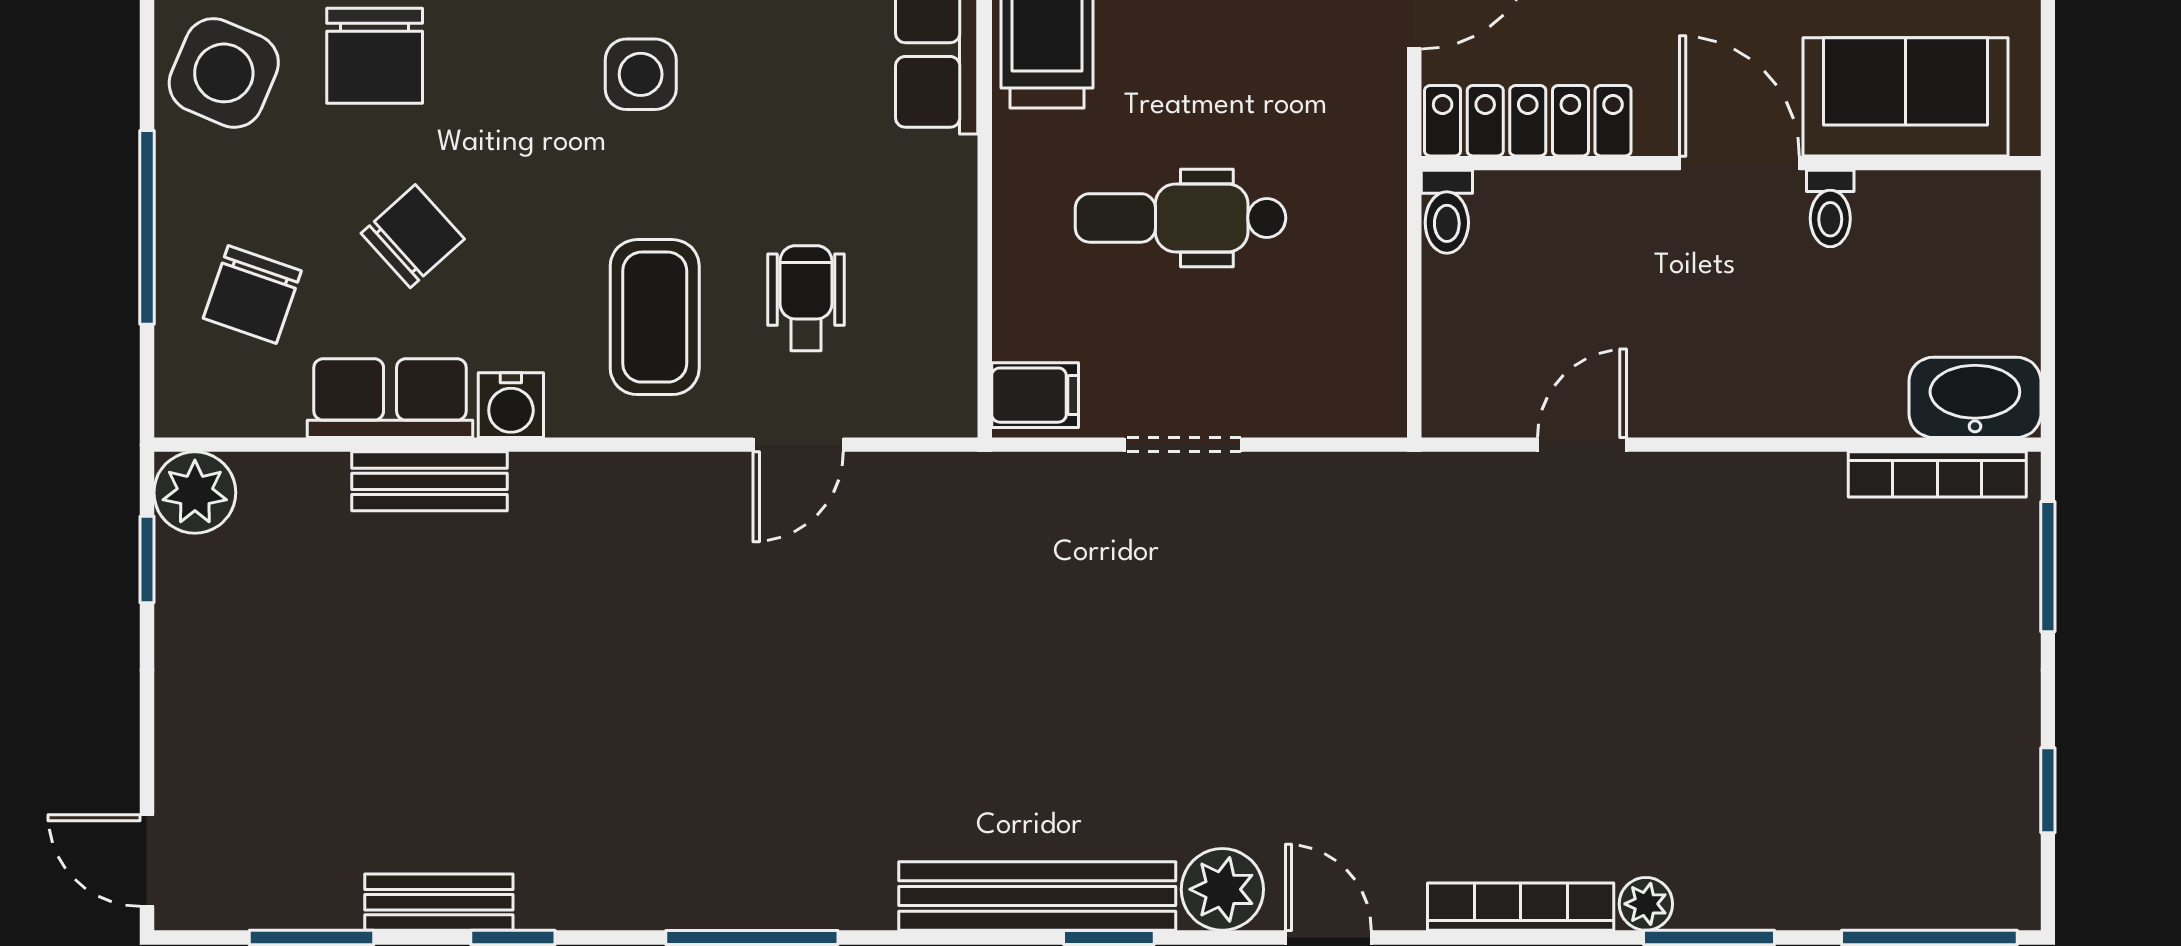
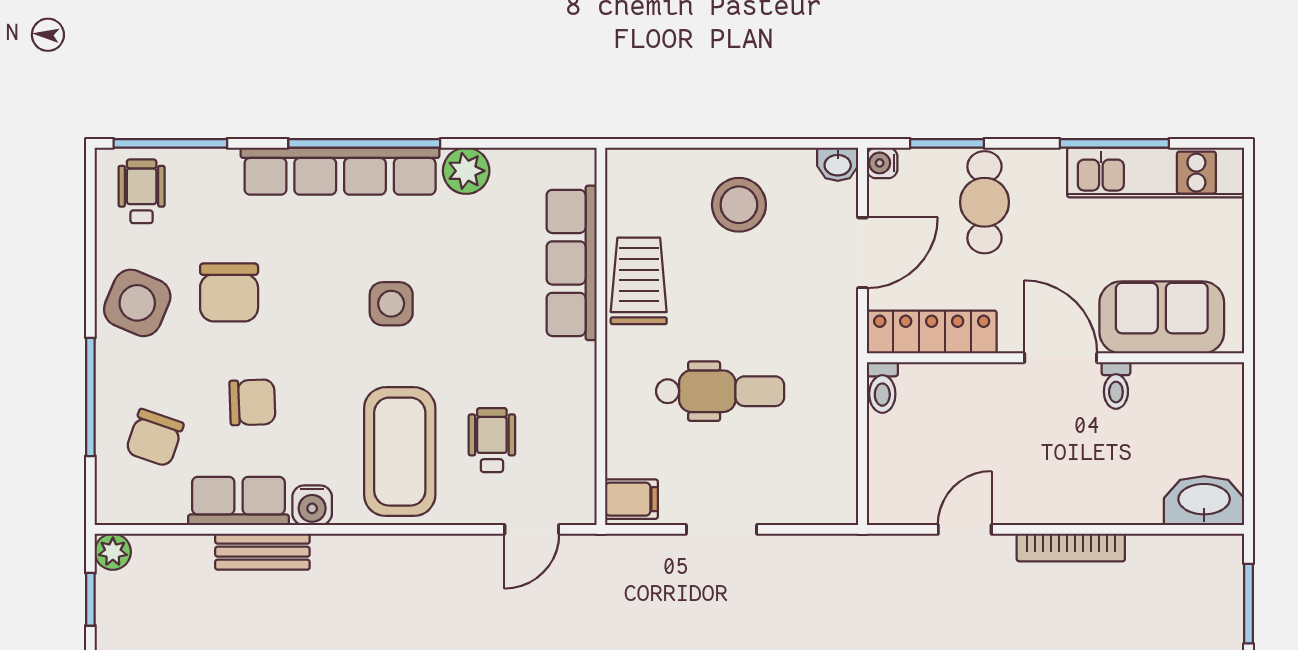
dental chair: (1181, 218) -> (720, 391), turned 180
chair: (413, 236) -> (252, 402), turned 40
coffee table: (655, 317) -> (400, 452), width x1.36, depth x1.32
door: (798, 445) -> (532, 529), moved
bookcase: (1937, 474) -> (1071, 547), moved
plant: (195, 493) -> (113, 552), width x0.73, depth x0.73

